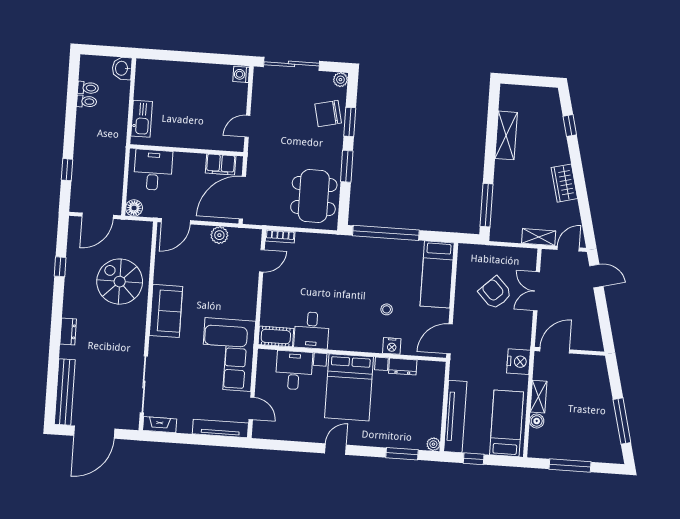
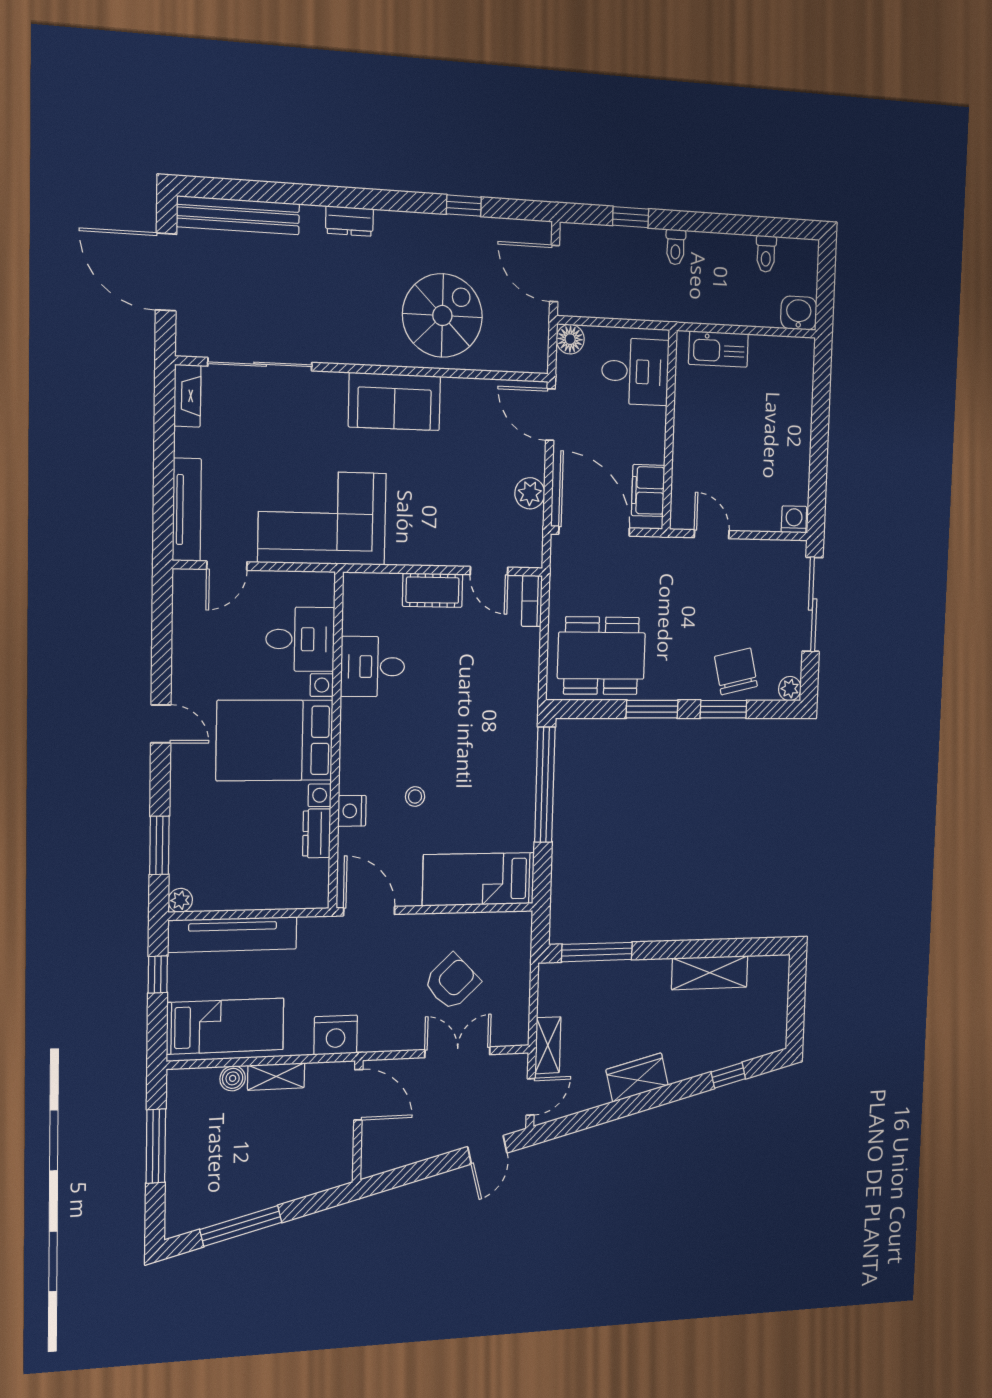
toilet: (87, 101) -> (676, 247), moved
door: (568, 249) -> (531, 1097), hinge flipped
cot: (276, 336) -> (433, 590), moved, turned 90

